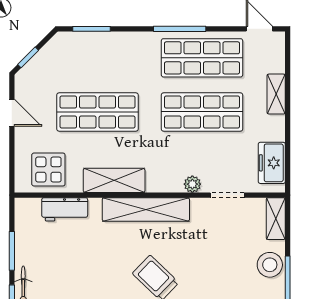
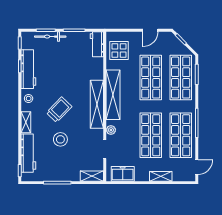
shop shelf: (98, 58) -> (181, 78), added
shelving: (114, 180) -> (113, 95), width x1.47
workbench: (65, 209) -> (97, 44), moved
stool: (270, 265) -> (60, 139), moved

